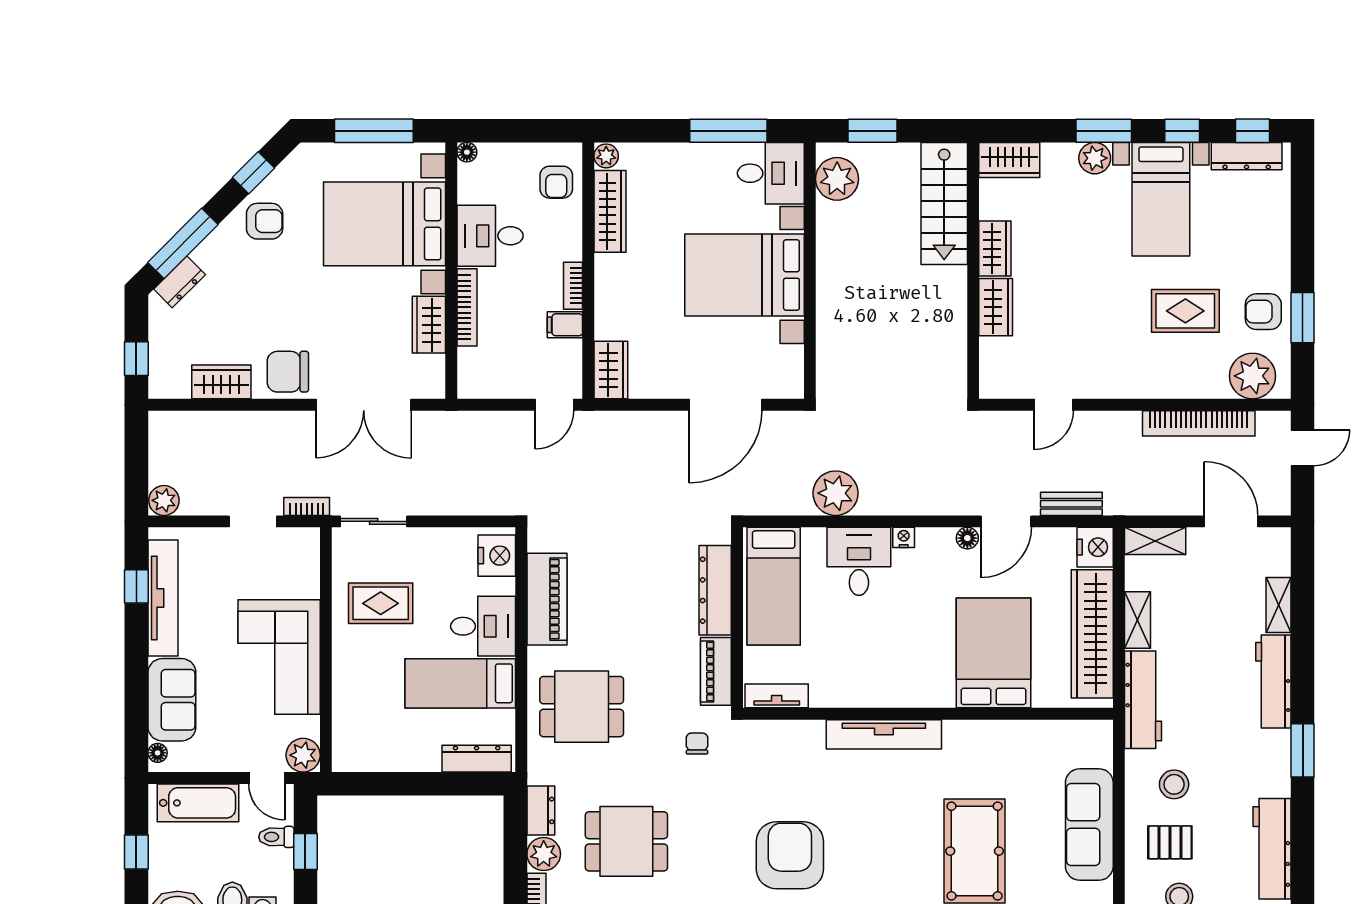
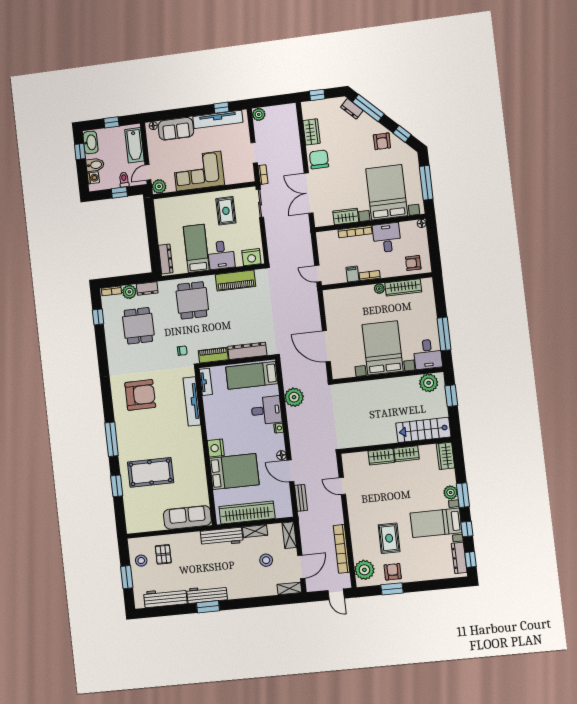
plant: (606, 156) -> (379, 289), moved
wardrobe: (611, 370) -> (335, 296), removed
nightstand: (1095, 547) -> (216, 448), moved, turned 90
shelving: (1278, 605) -> (289, 588), moved
workbench: (1273, 682) -> (207, 594), moved
tv unit: (884, 734) -> (192, 401), moved
stool: (1174, 784) -> (266, 560), moved
sofa: (1089, 824) -> (187, 517), moved

